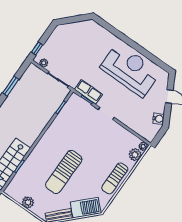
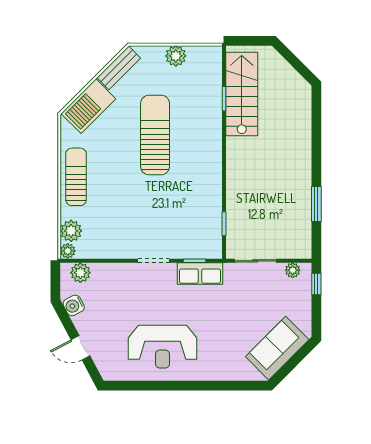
sofa: (77, 31) -> (277, 348), added
reception desk: (130, 70) -> (163, 347), width x0.74, depth x0.77
plant: (144, 132) -> (80, 273), added

